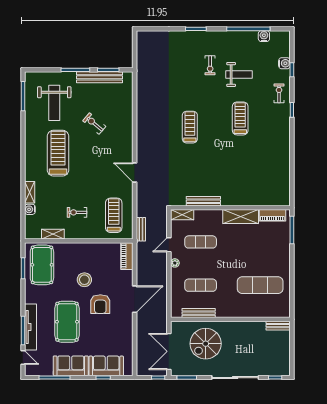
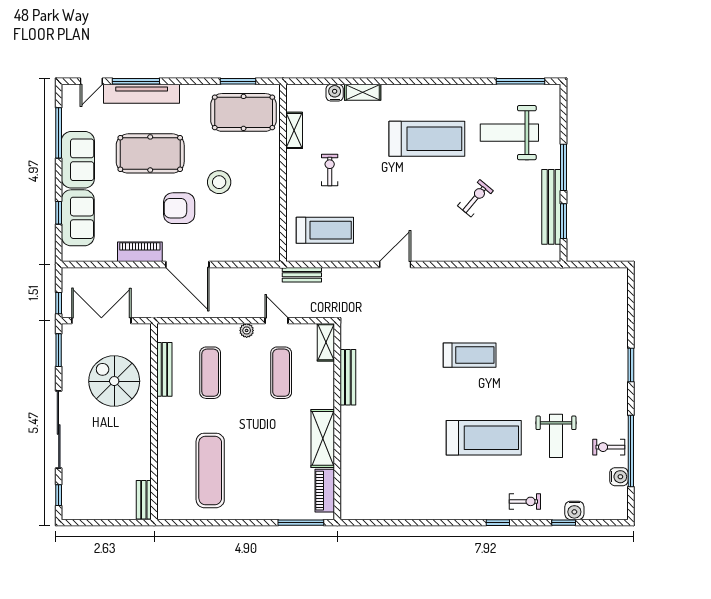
exercise bike: (210, 65) -> (609, 447), moved
treadmill: (240, 118) -> (484, 438), width x1.37, depth x1.38
piano: (127, 256) -> (140, 252), moved

